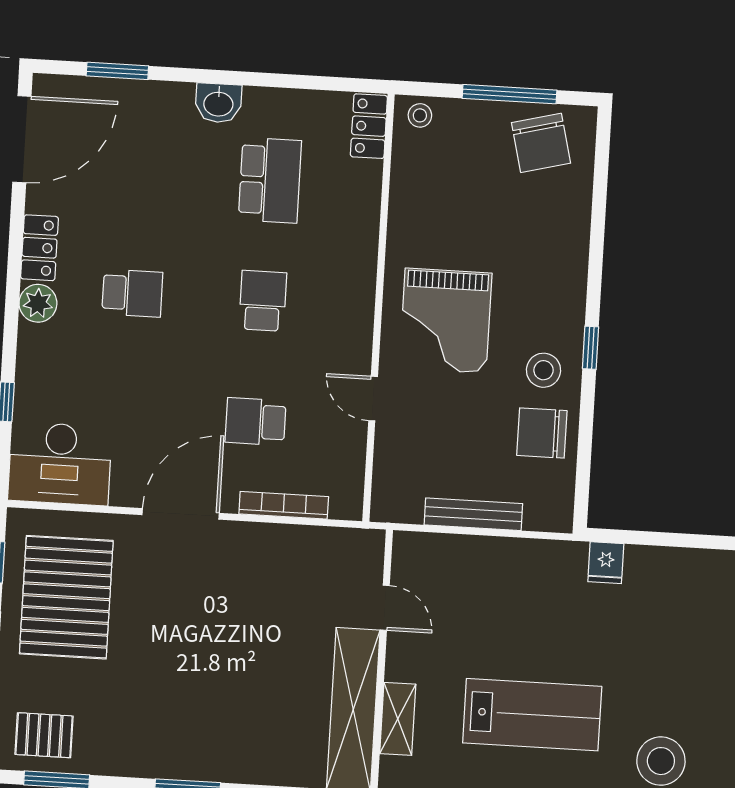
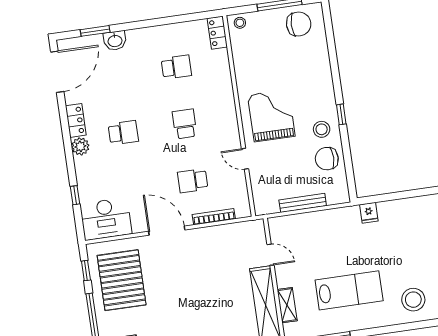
washbasin: (218, 103) -> (115, 41), moved
chair: (541, 143) -> (299, 24), turned -76
school desk: (270, 180) -> (176, 67), width x0.54
grand piano: (446, 321) -> (271, 116), turned 180
door: (181, 514) -> (167, 231), hinge flipped

